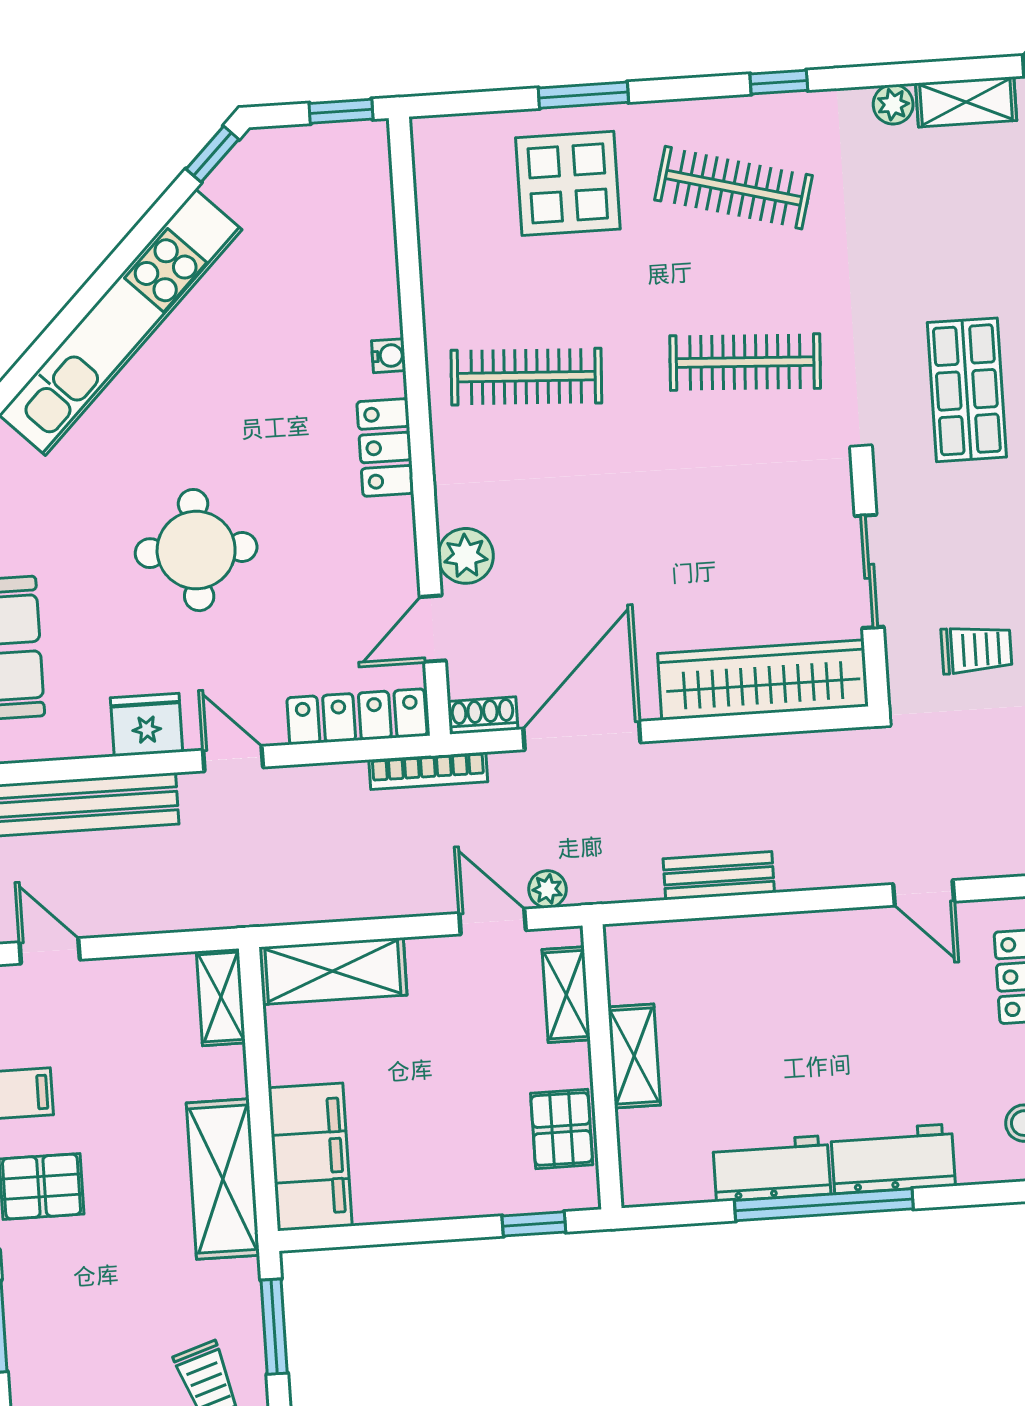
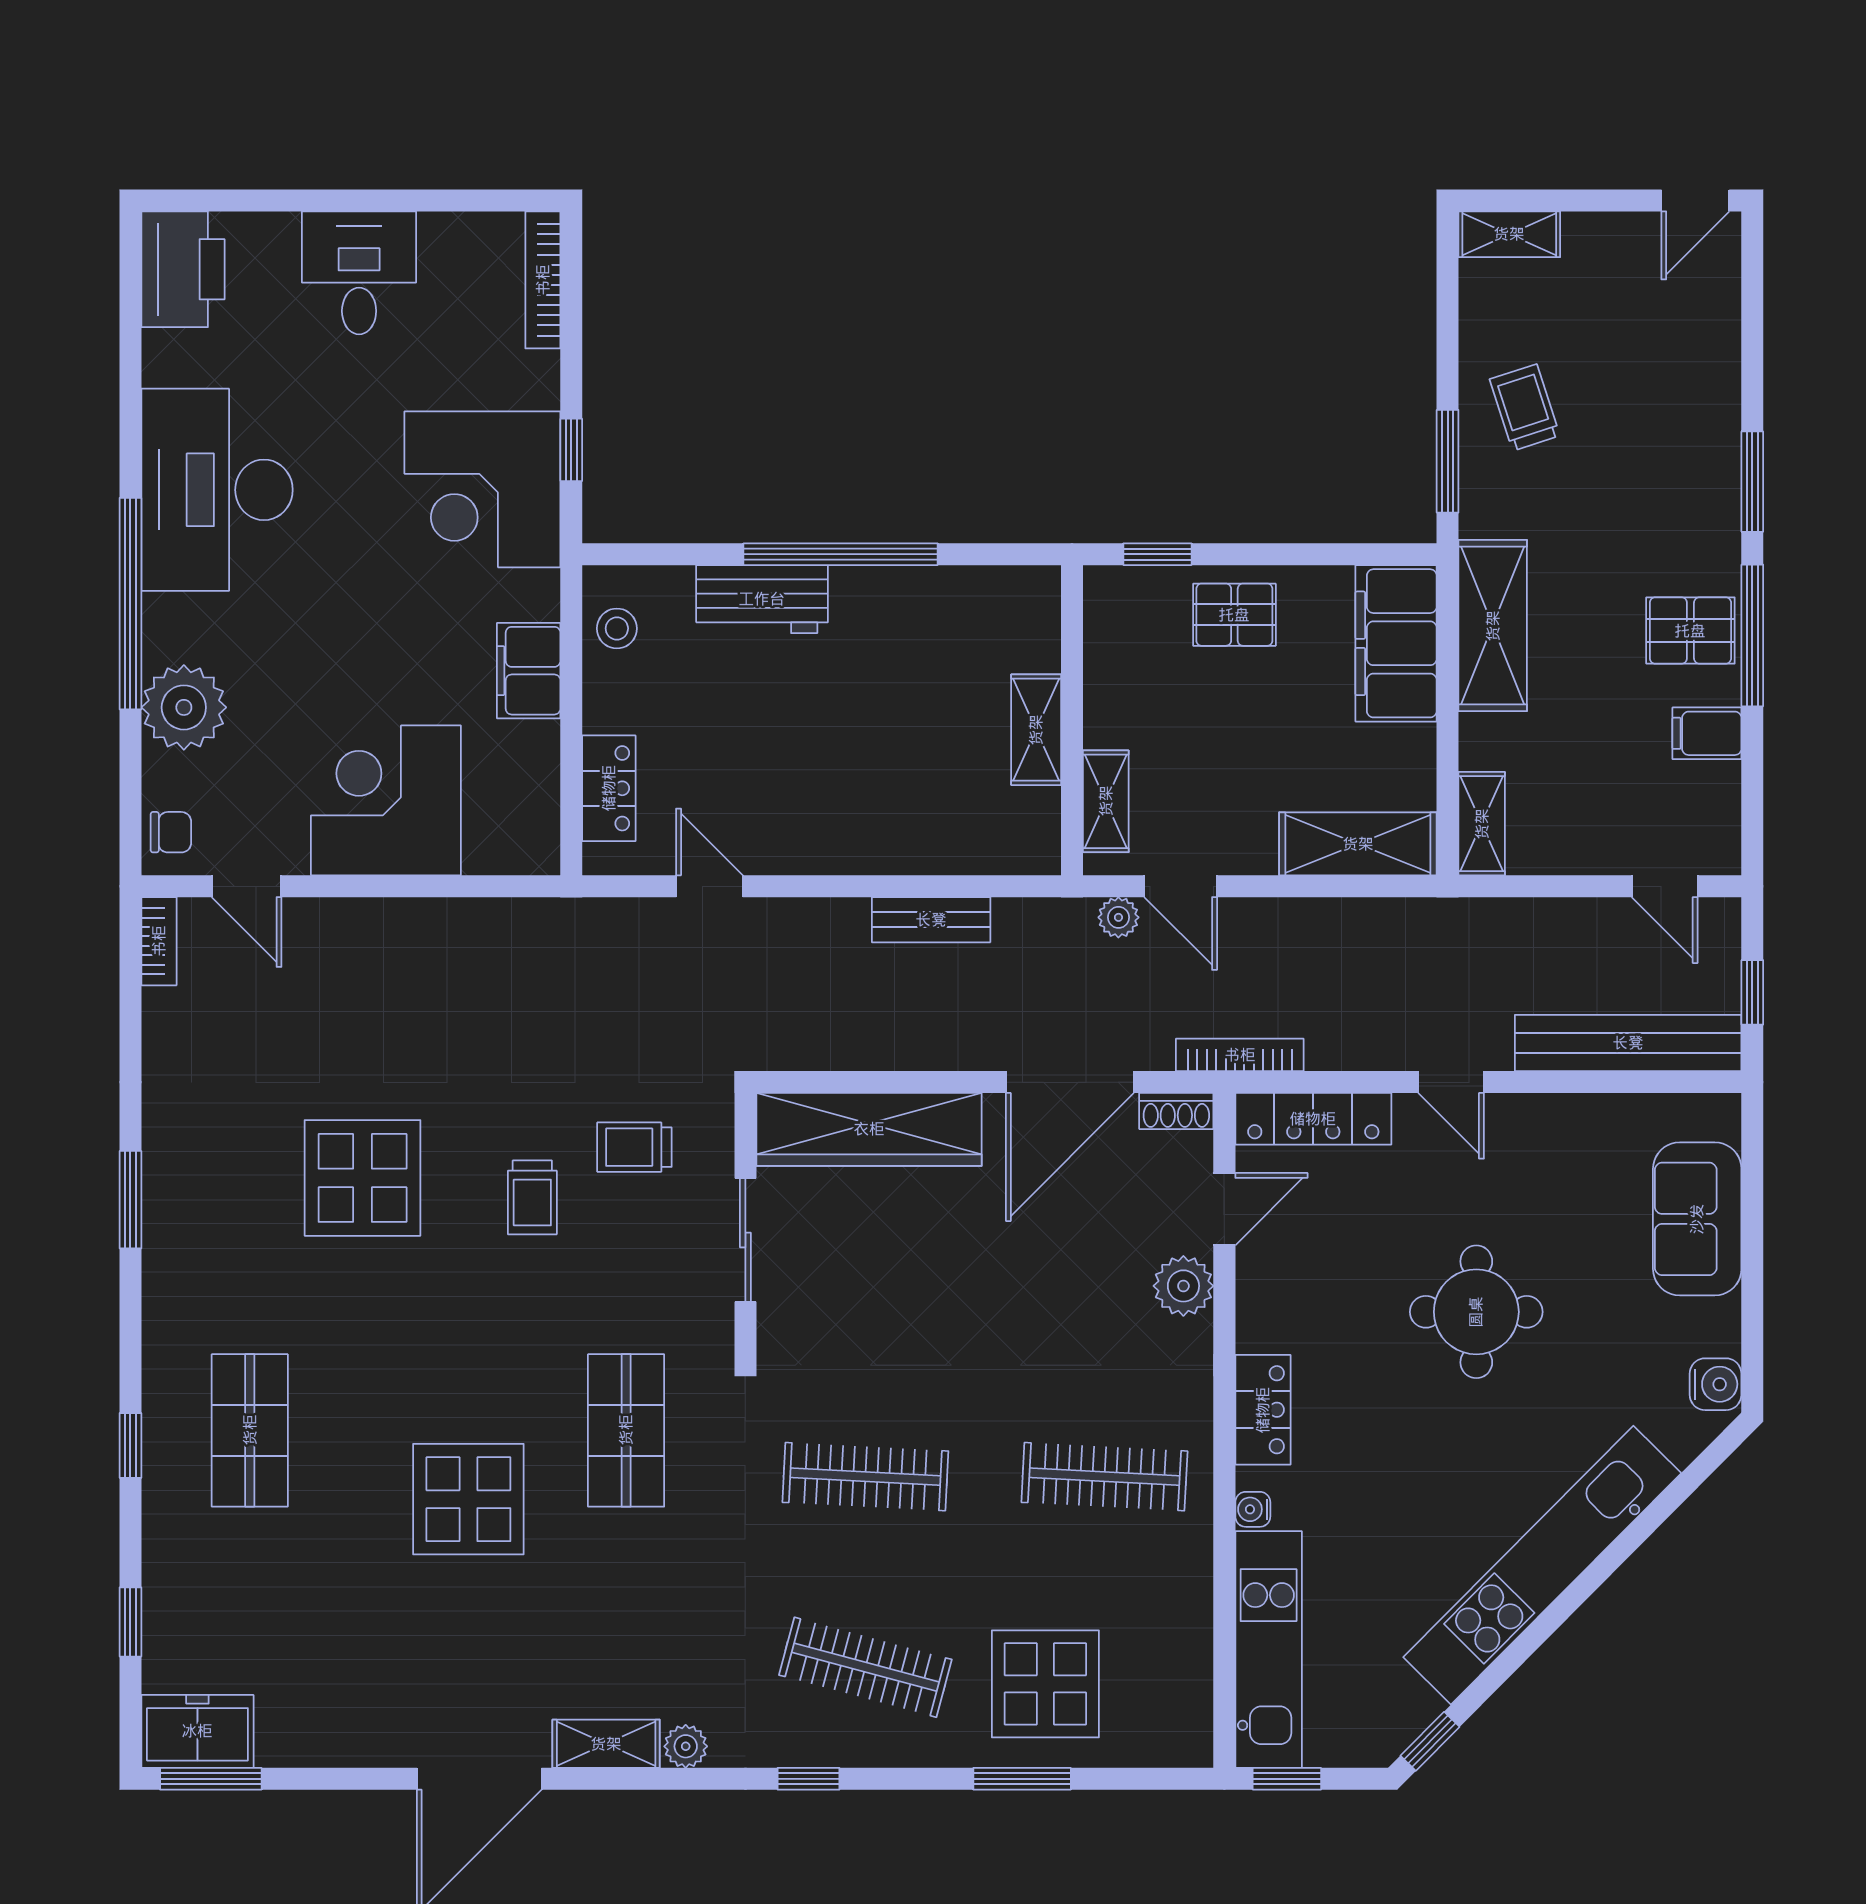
kitchen unit: (366, 228) -> (1269, 1650), added
fridge: (147, 725) -> (1543, 1125), removed
pallet: (562, 1129) -> (1234, 615), moved, turned 90
workbench: (772, 1168) -> (895, 597), removed

